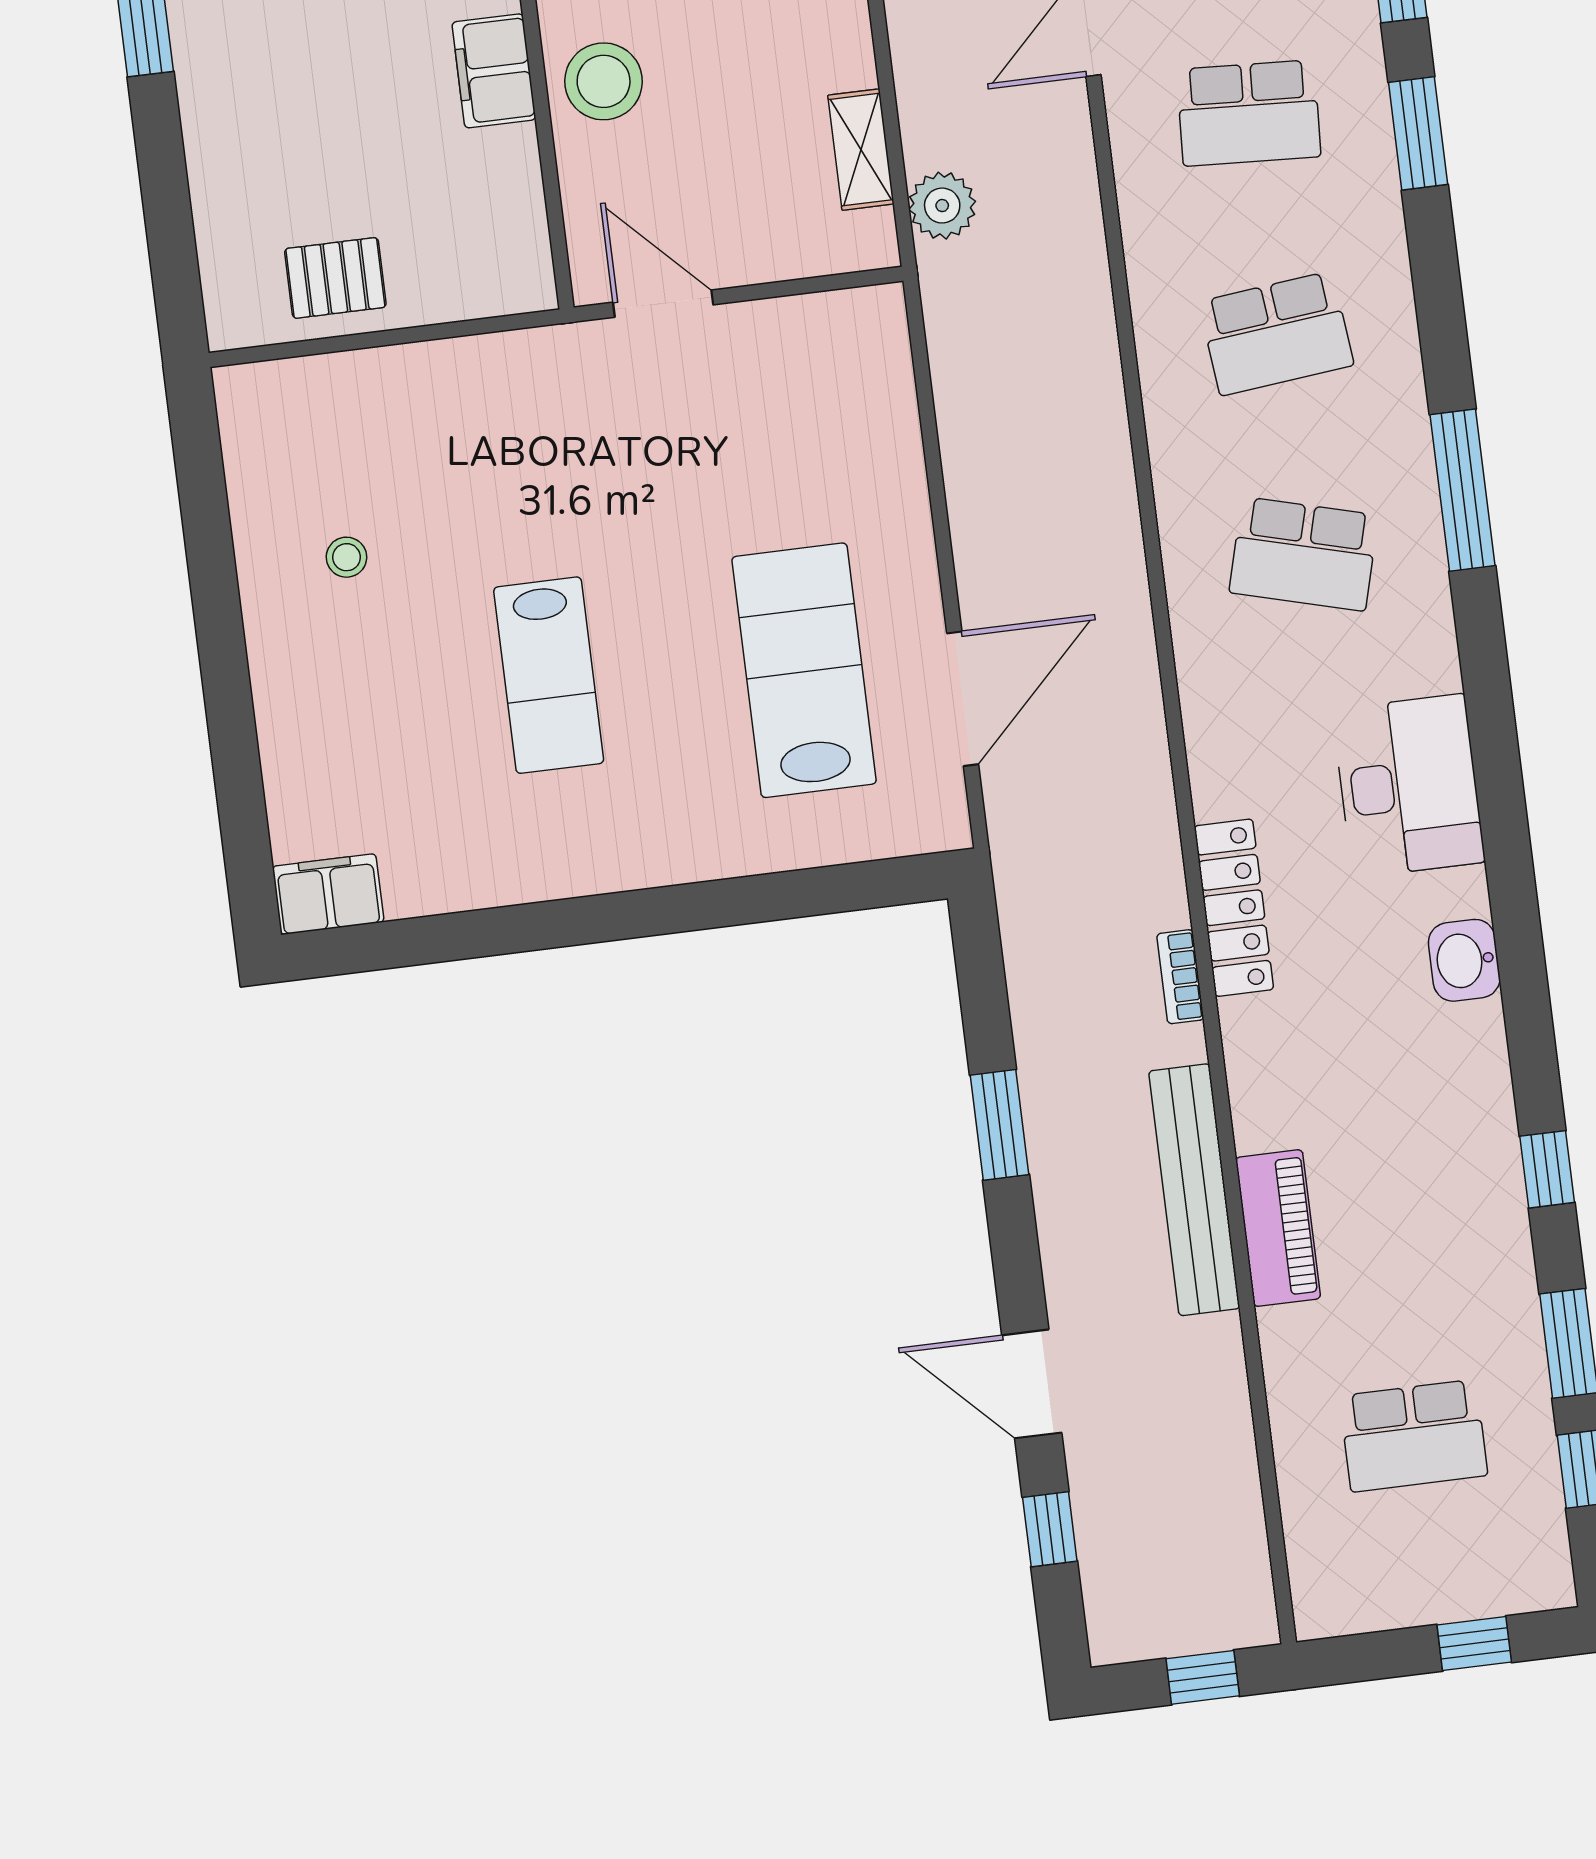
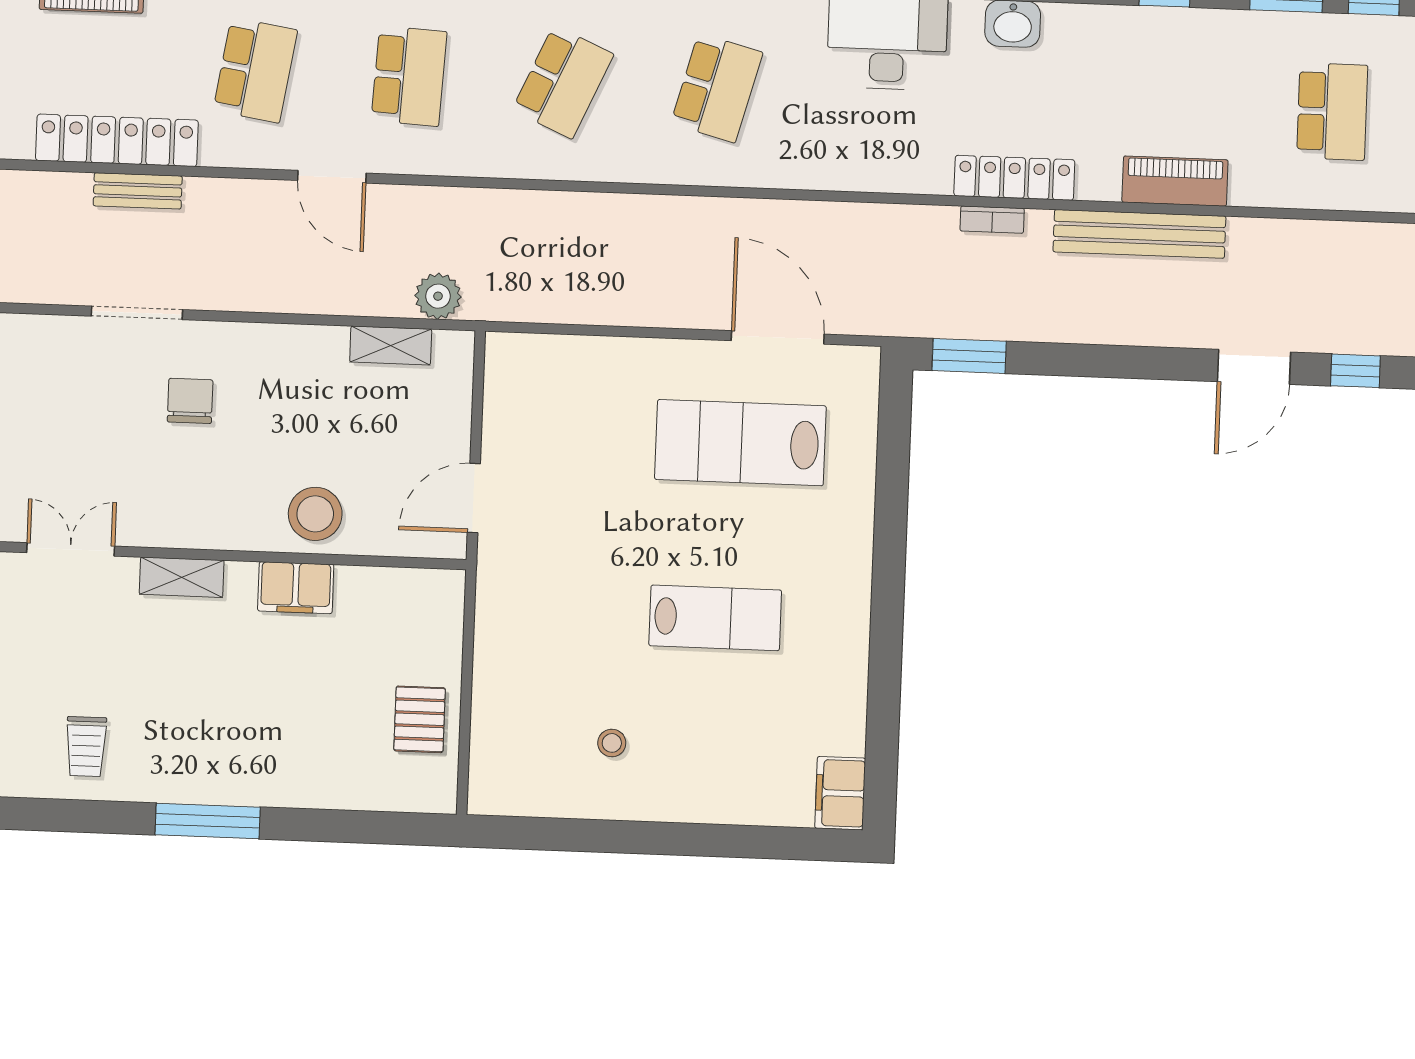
school desk: (1276, 333) -> (563, 82), turned 30
locker: (1234, 908) -> (1014, 178), moved
window: (999, 1125) -> (969, 356), moved

